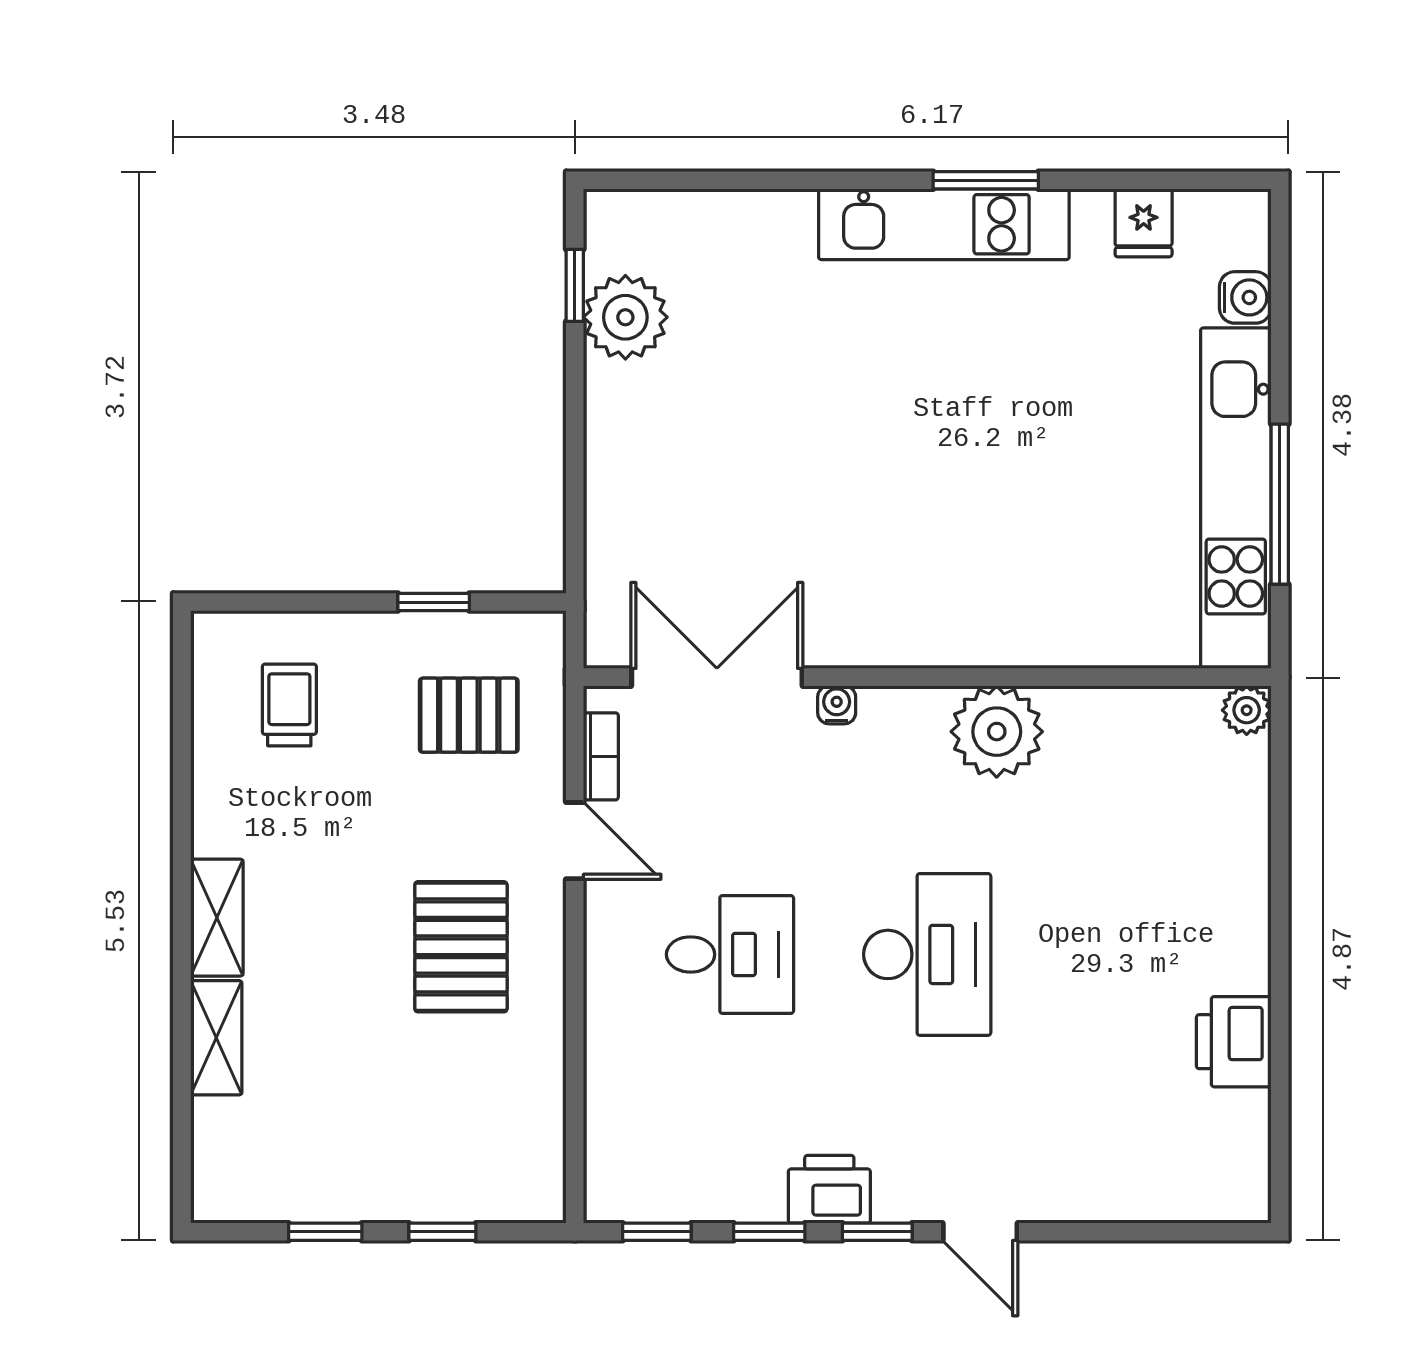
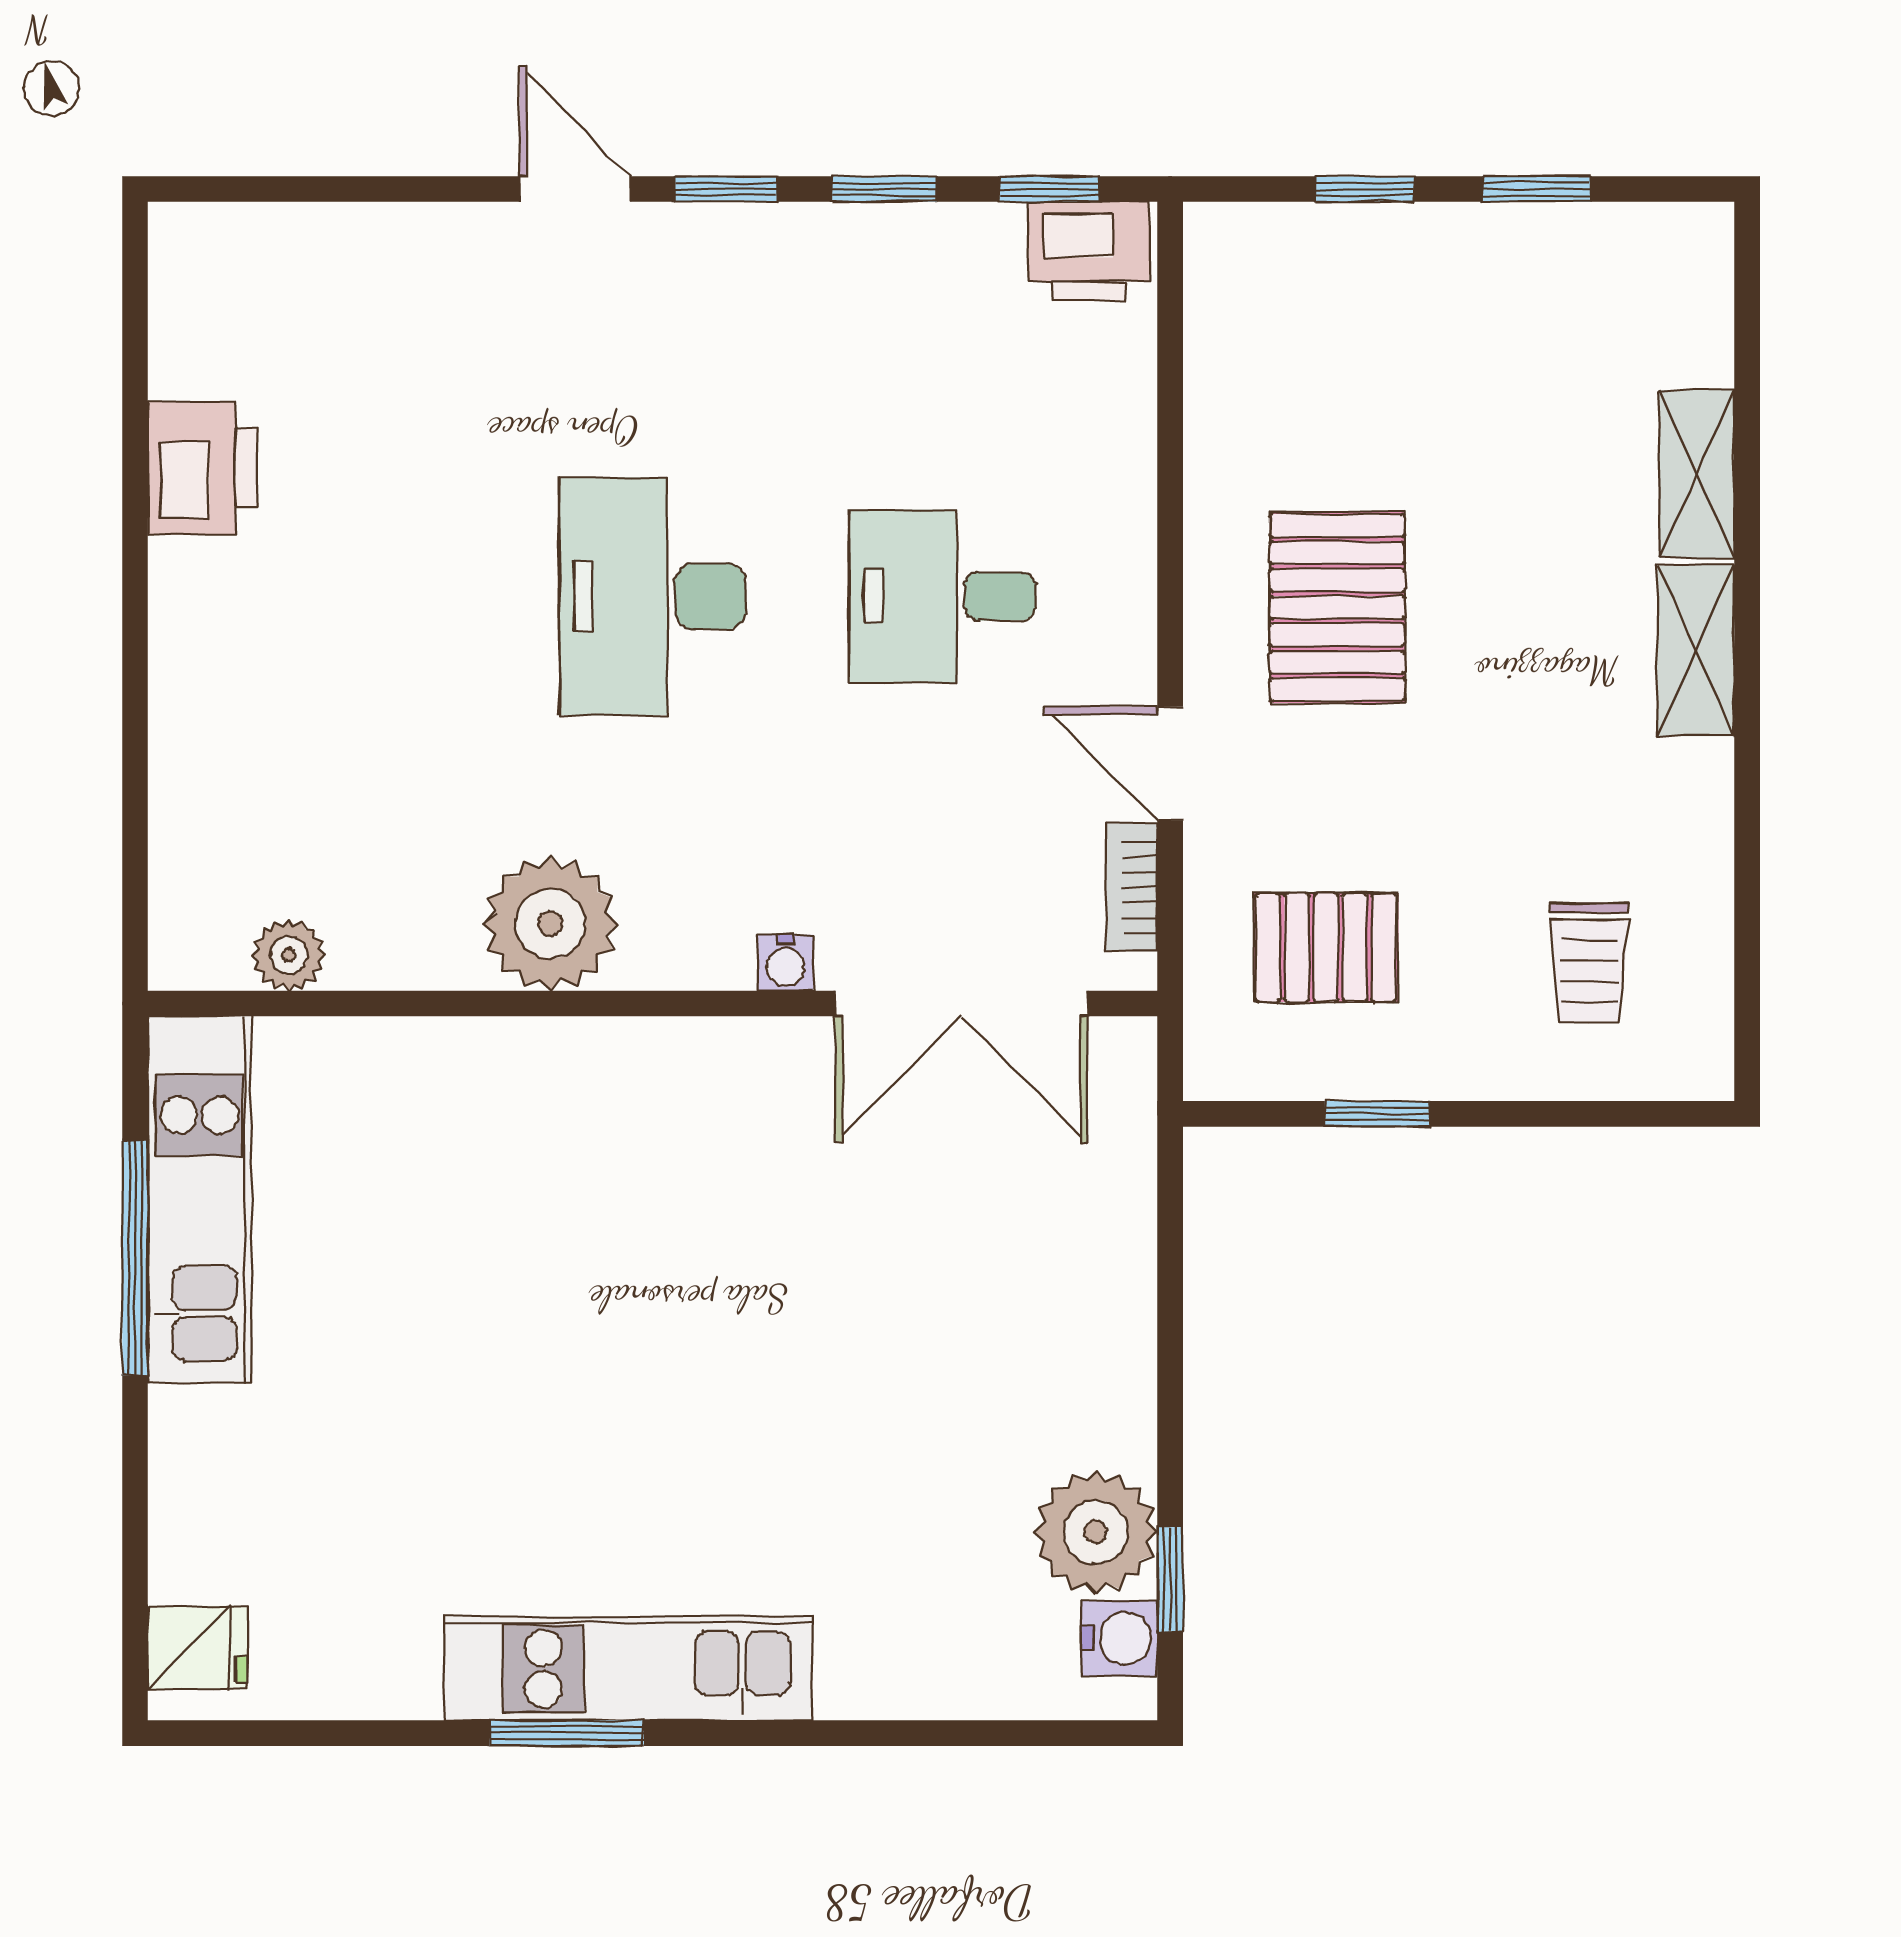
fridge: (1144, 223) -> (198, 1648), moved, turned 90
water cooler: (1245, 297) -> (1119, 1638), moved, turned 180
kitchen unit: (1236, 498) -> (199, 1200), width x0.73
plant: (1247, 710) -> (289, 955), moved
printer: (829, 1189) -> (1089, 251), moved

